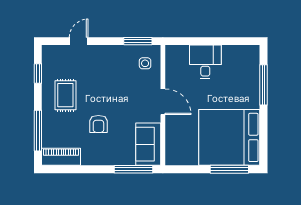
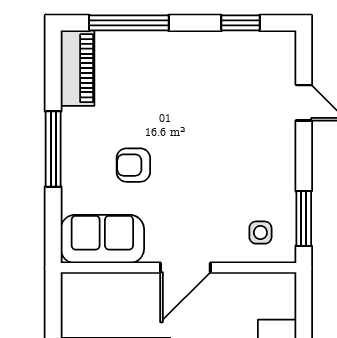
rug: (65, 95) -> (198, 77), removed
armchair: (98, 124) -> (133, 165), moved
window: (134, 169) -> (53, 149), moved

